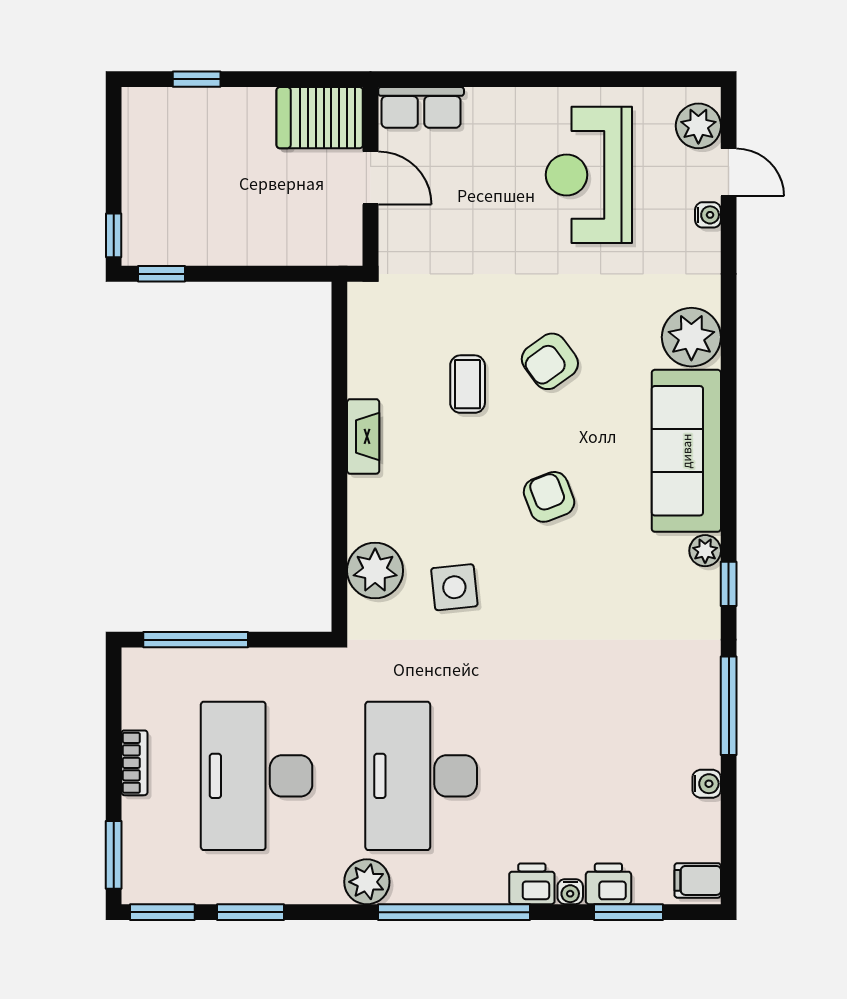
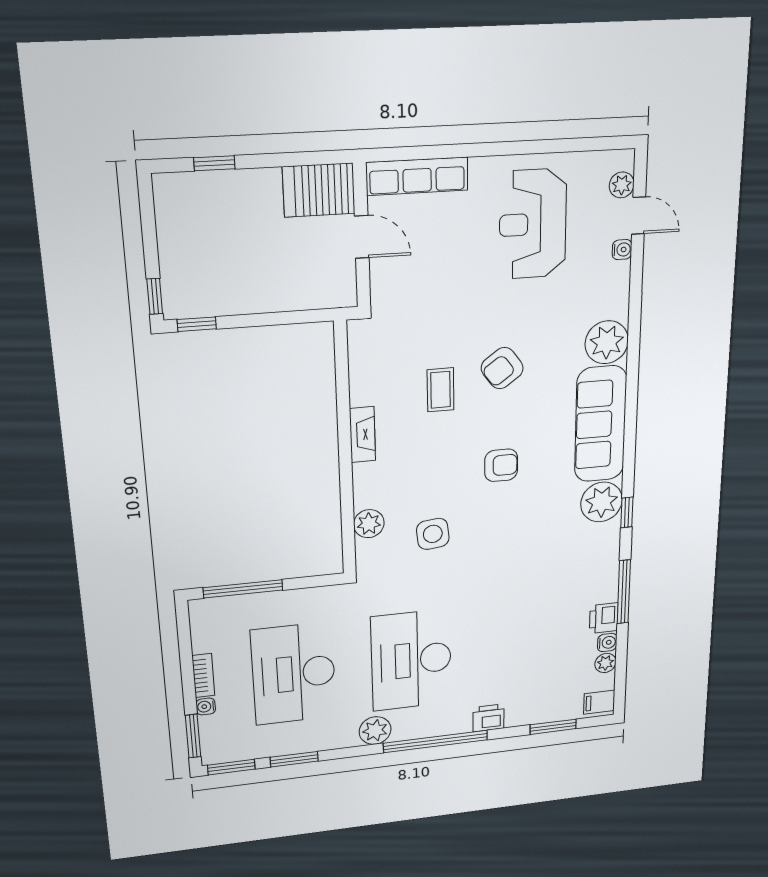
row of seats: (421, 107) -> (417, 176), width x1.48
plant: (698, 126) -> (622, 185), width x0.73, depth x0.73
armchair: (549, 497) -> (501, 465), turned 111
plant: (705, 551) -> (602, 502), width x1.88, depth x1.88
plant: (375, 571) -> (369, 524), width x0.73, depth x0.73
plant: (705, 817) -> (605, 663), added
printer: (608, 884) -> (604, 618), moved, turned -90
water cooler: (570, 892) -> (206, 706), moved, turned 90

